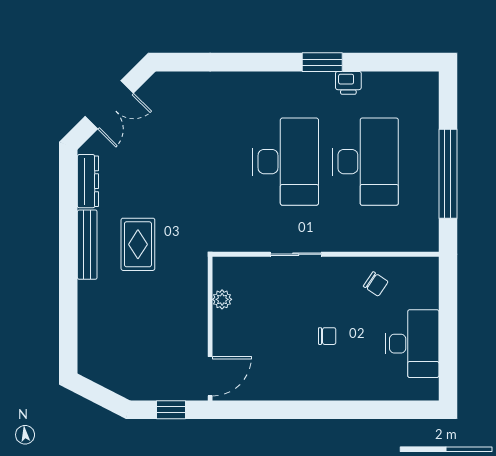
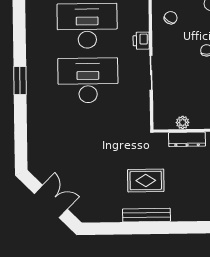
window: (322, 62) -> (20, 80), moved
printer: (348, 83) -> (141, 41), moved, turned 180
dresser: (88, 181) -> (187, 139), moved, turned 180

